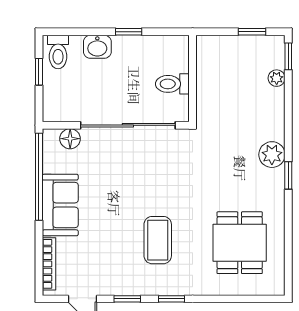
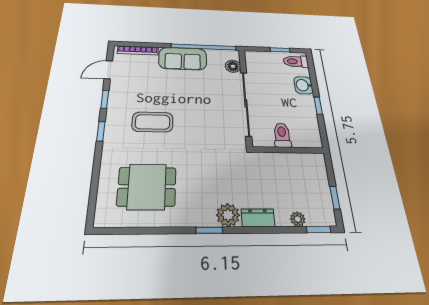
dresser: (275, 122) -> (258, 218), added

